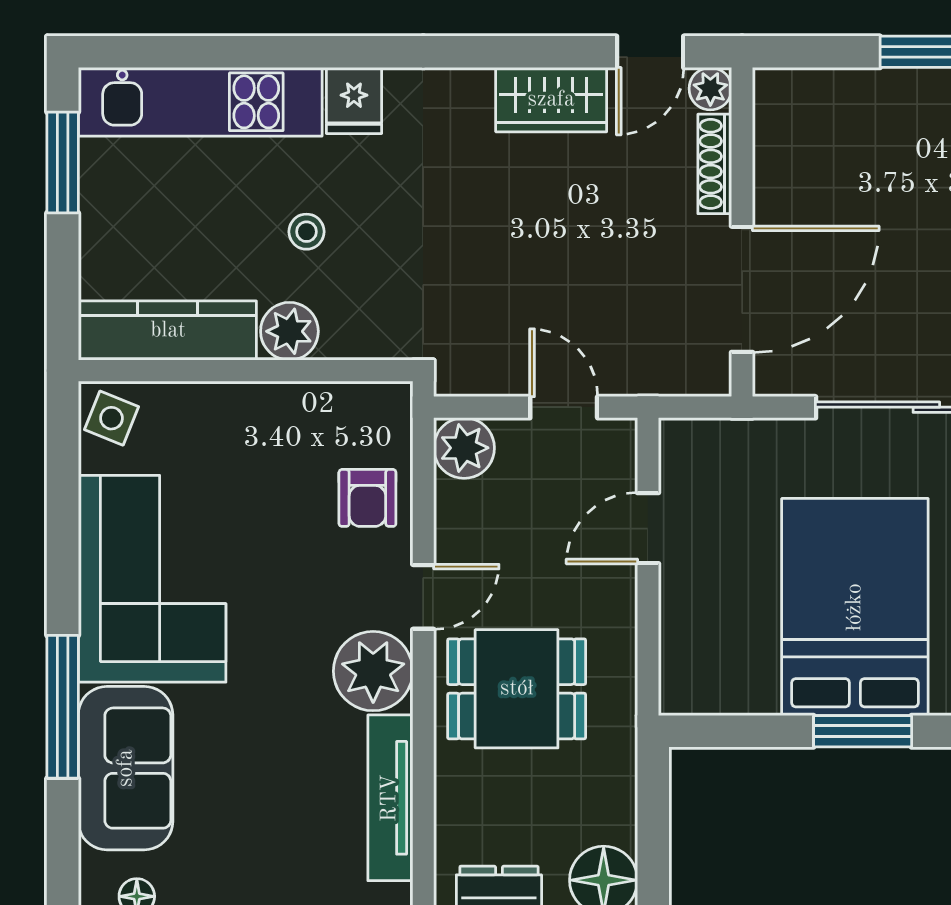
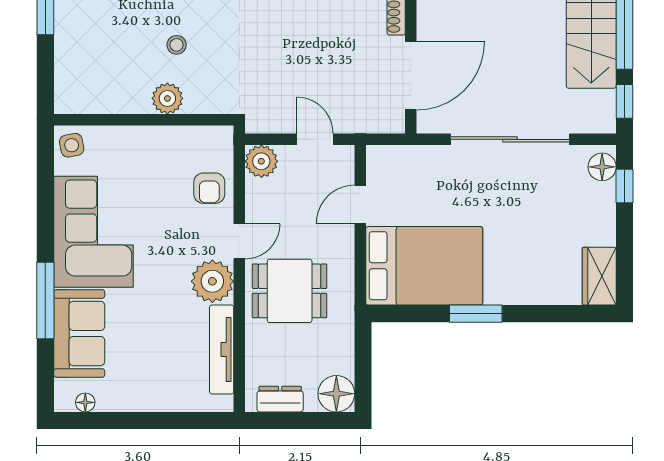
kitchen counter: (168, 331) -> (102, 98), removed
side table: (111, 418) -> (72, 145), turned -33
bed: (855, 607) -> (424, 266), moved, turned 90

